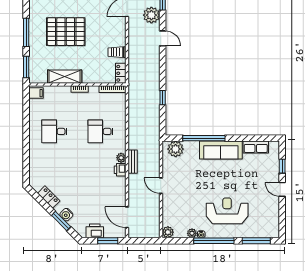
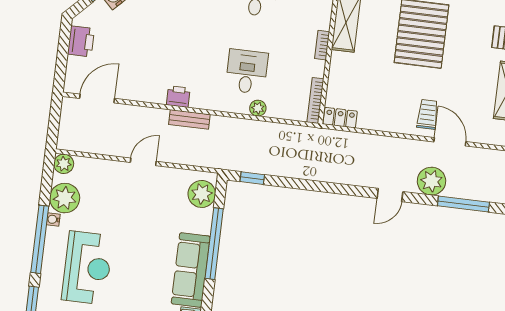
trolley: (117, 52) -> (428, 114), moved
window: (163, 98) -> (252, 178), moved
plant: (121, 158) -> (258, 108), moved
plant: (192, 233) -> (65, 198), width x1.87, depth x1.87
window: (108, 241) -> (62, 61), removed

